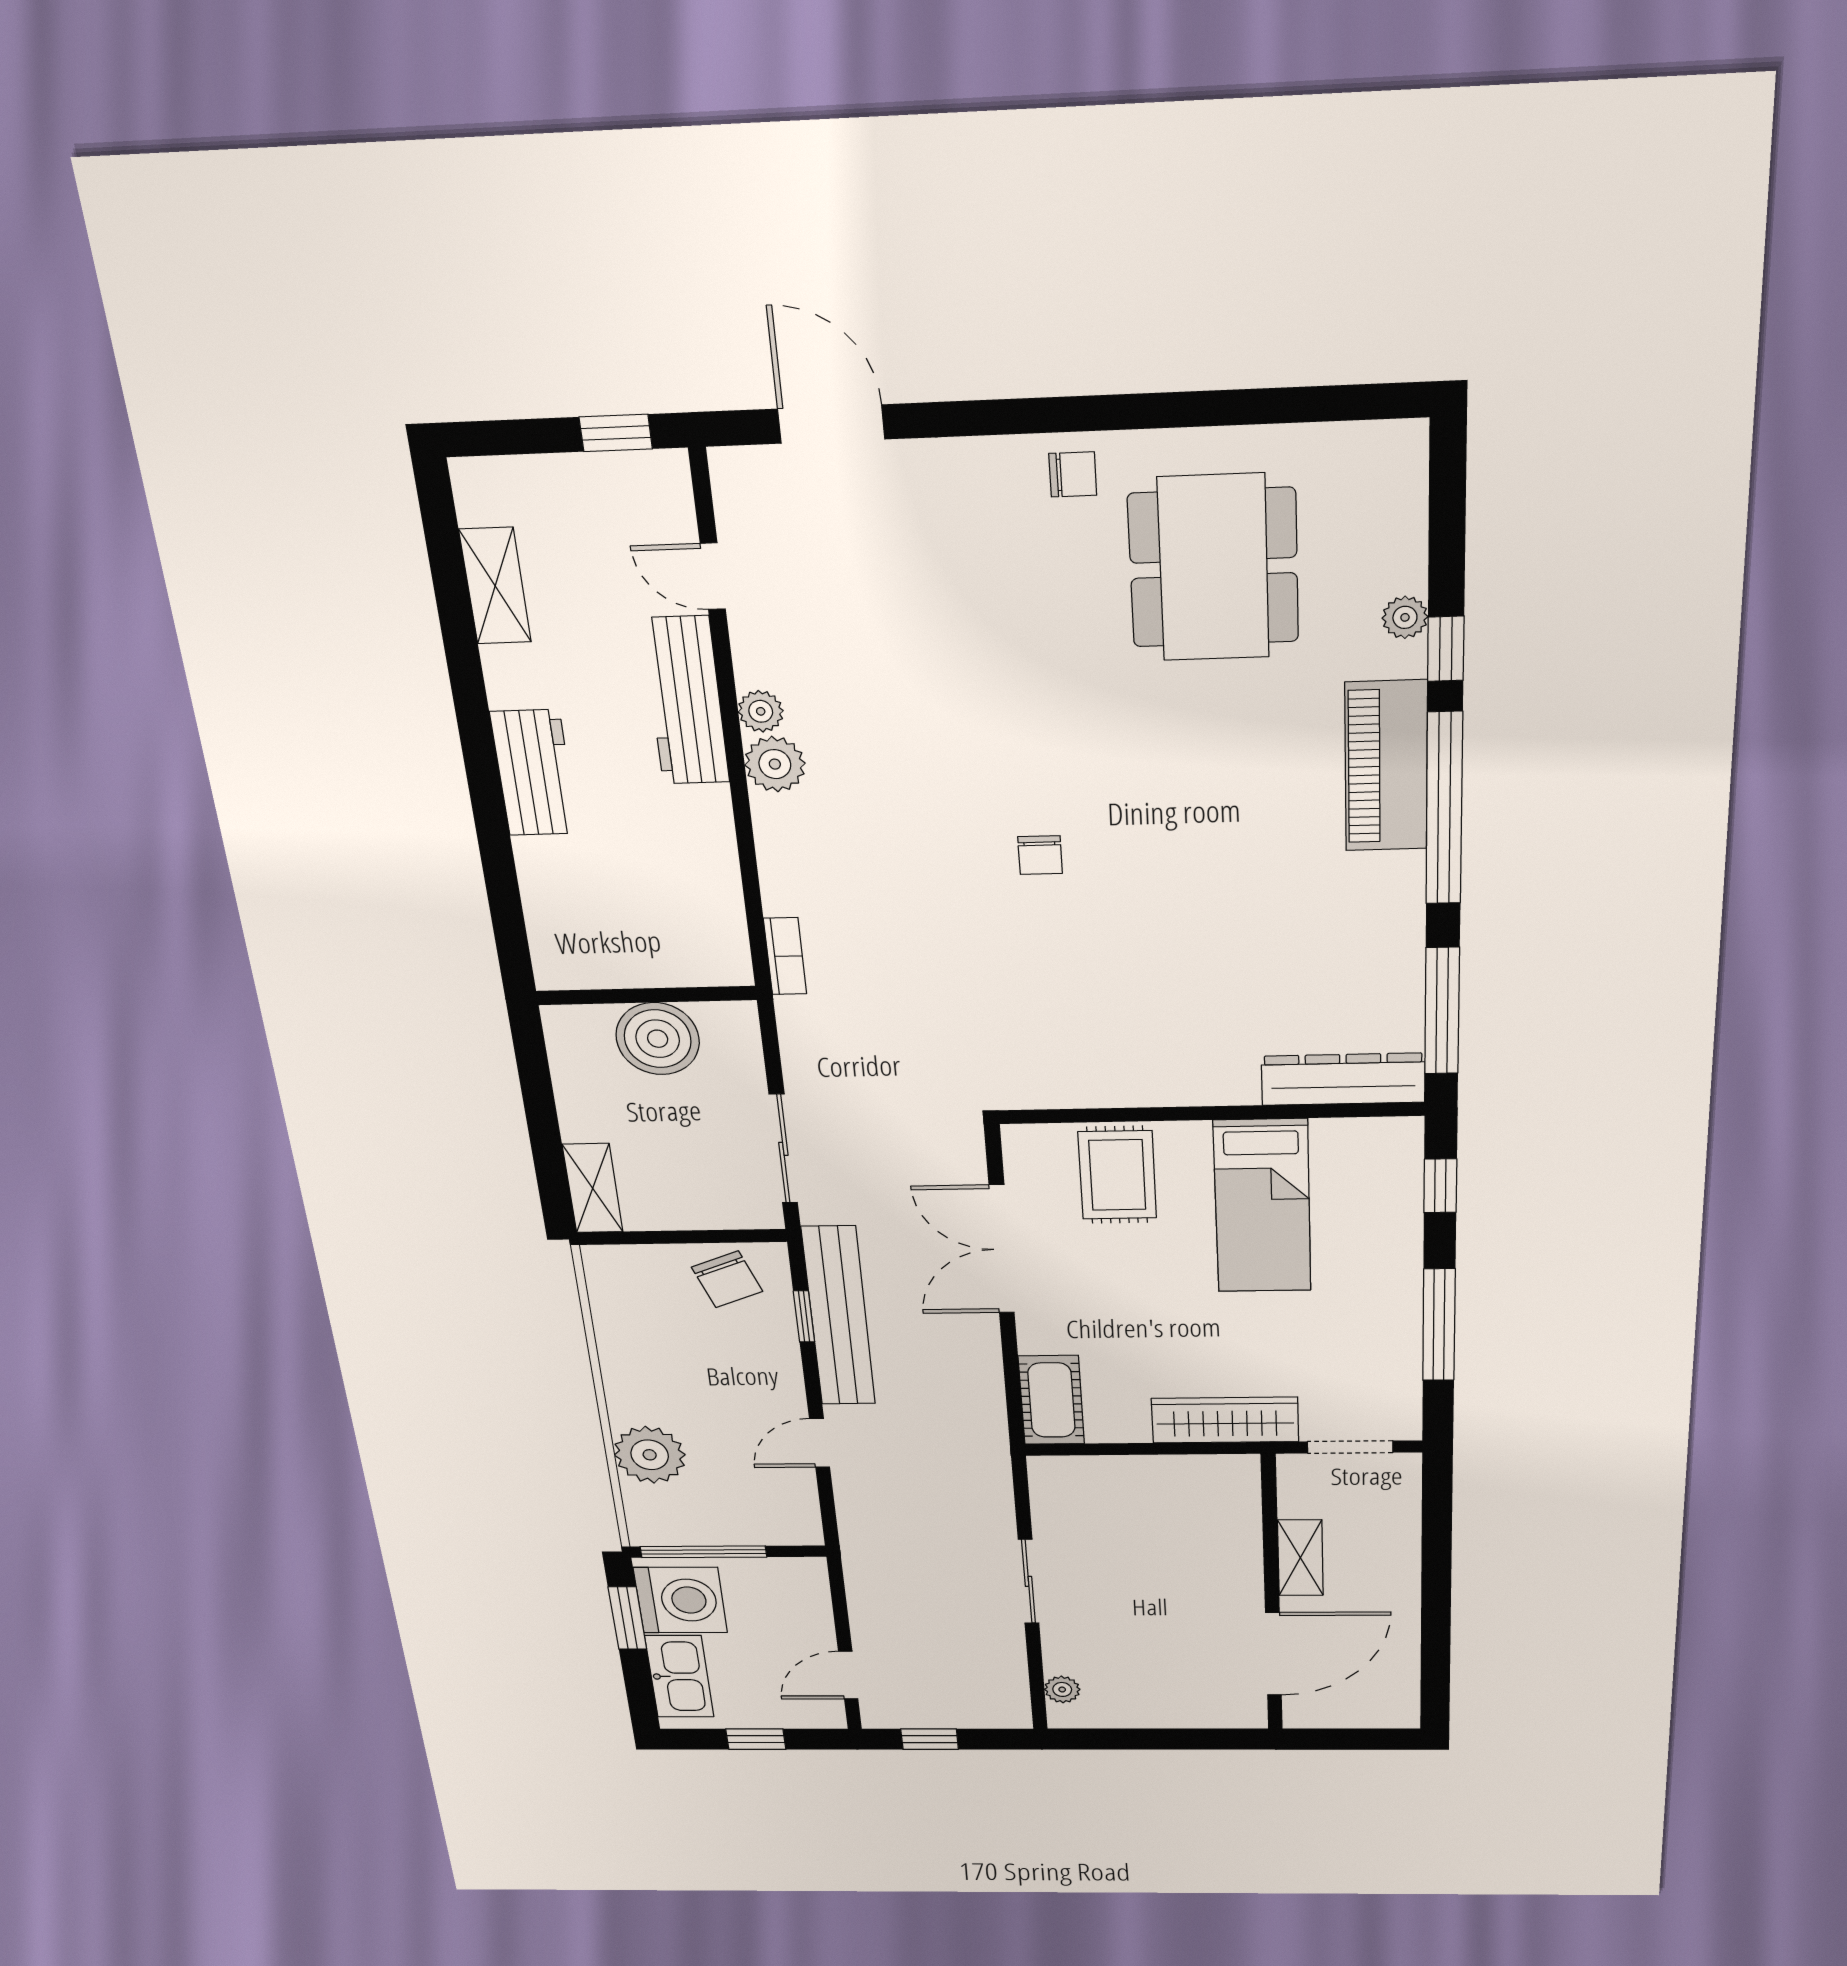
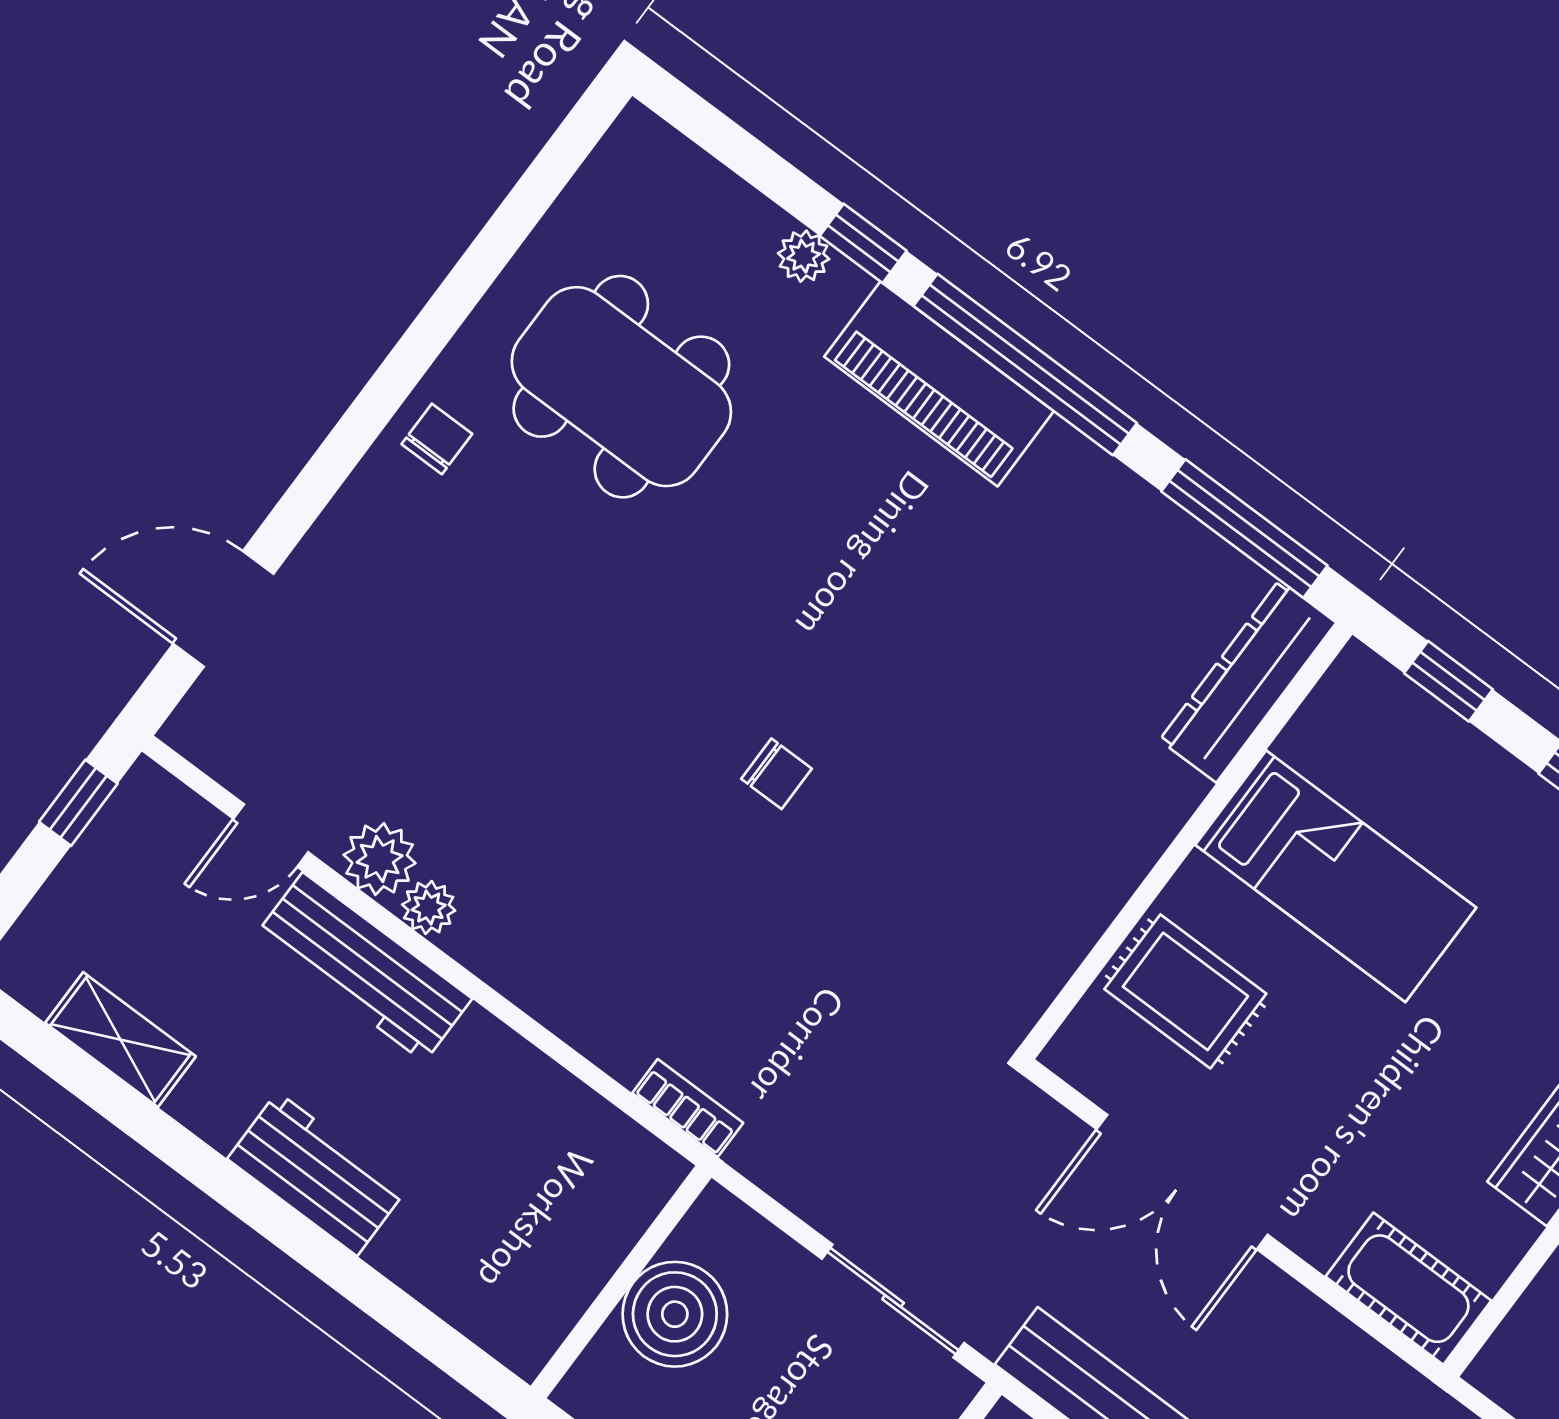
plant: (775, 764) -> (380, 859), moved

